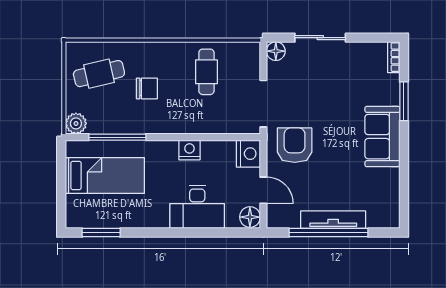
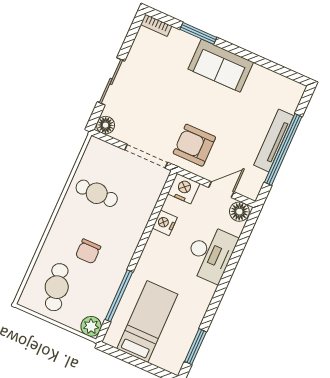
chair: (147, 88) -> (88, 251), turned 180
nightstand: (189, 150) -> (165, 223), moved

